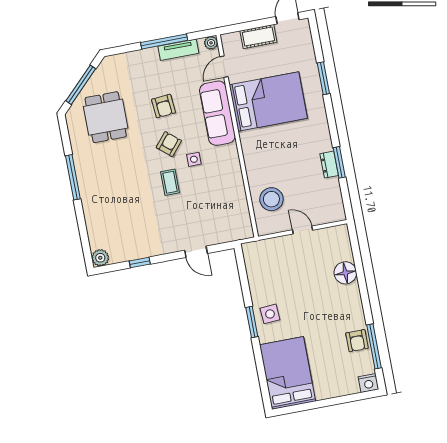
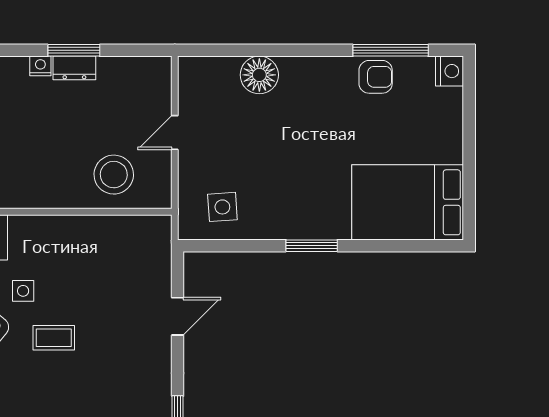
nightstand: (327, 145) -> (40, 66), added
side table: (270, 314) -> (222, 207), moved

